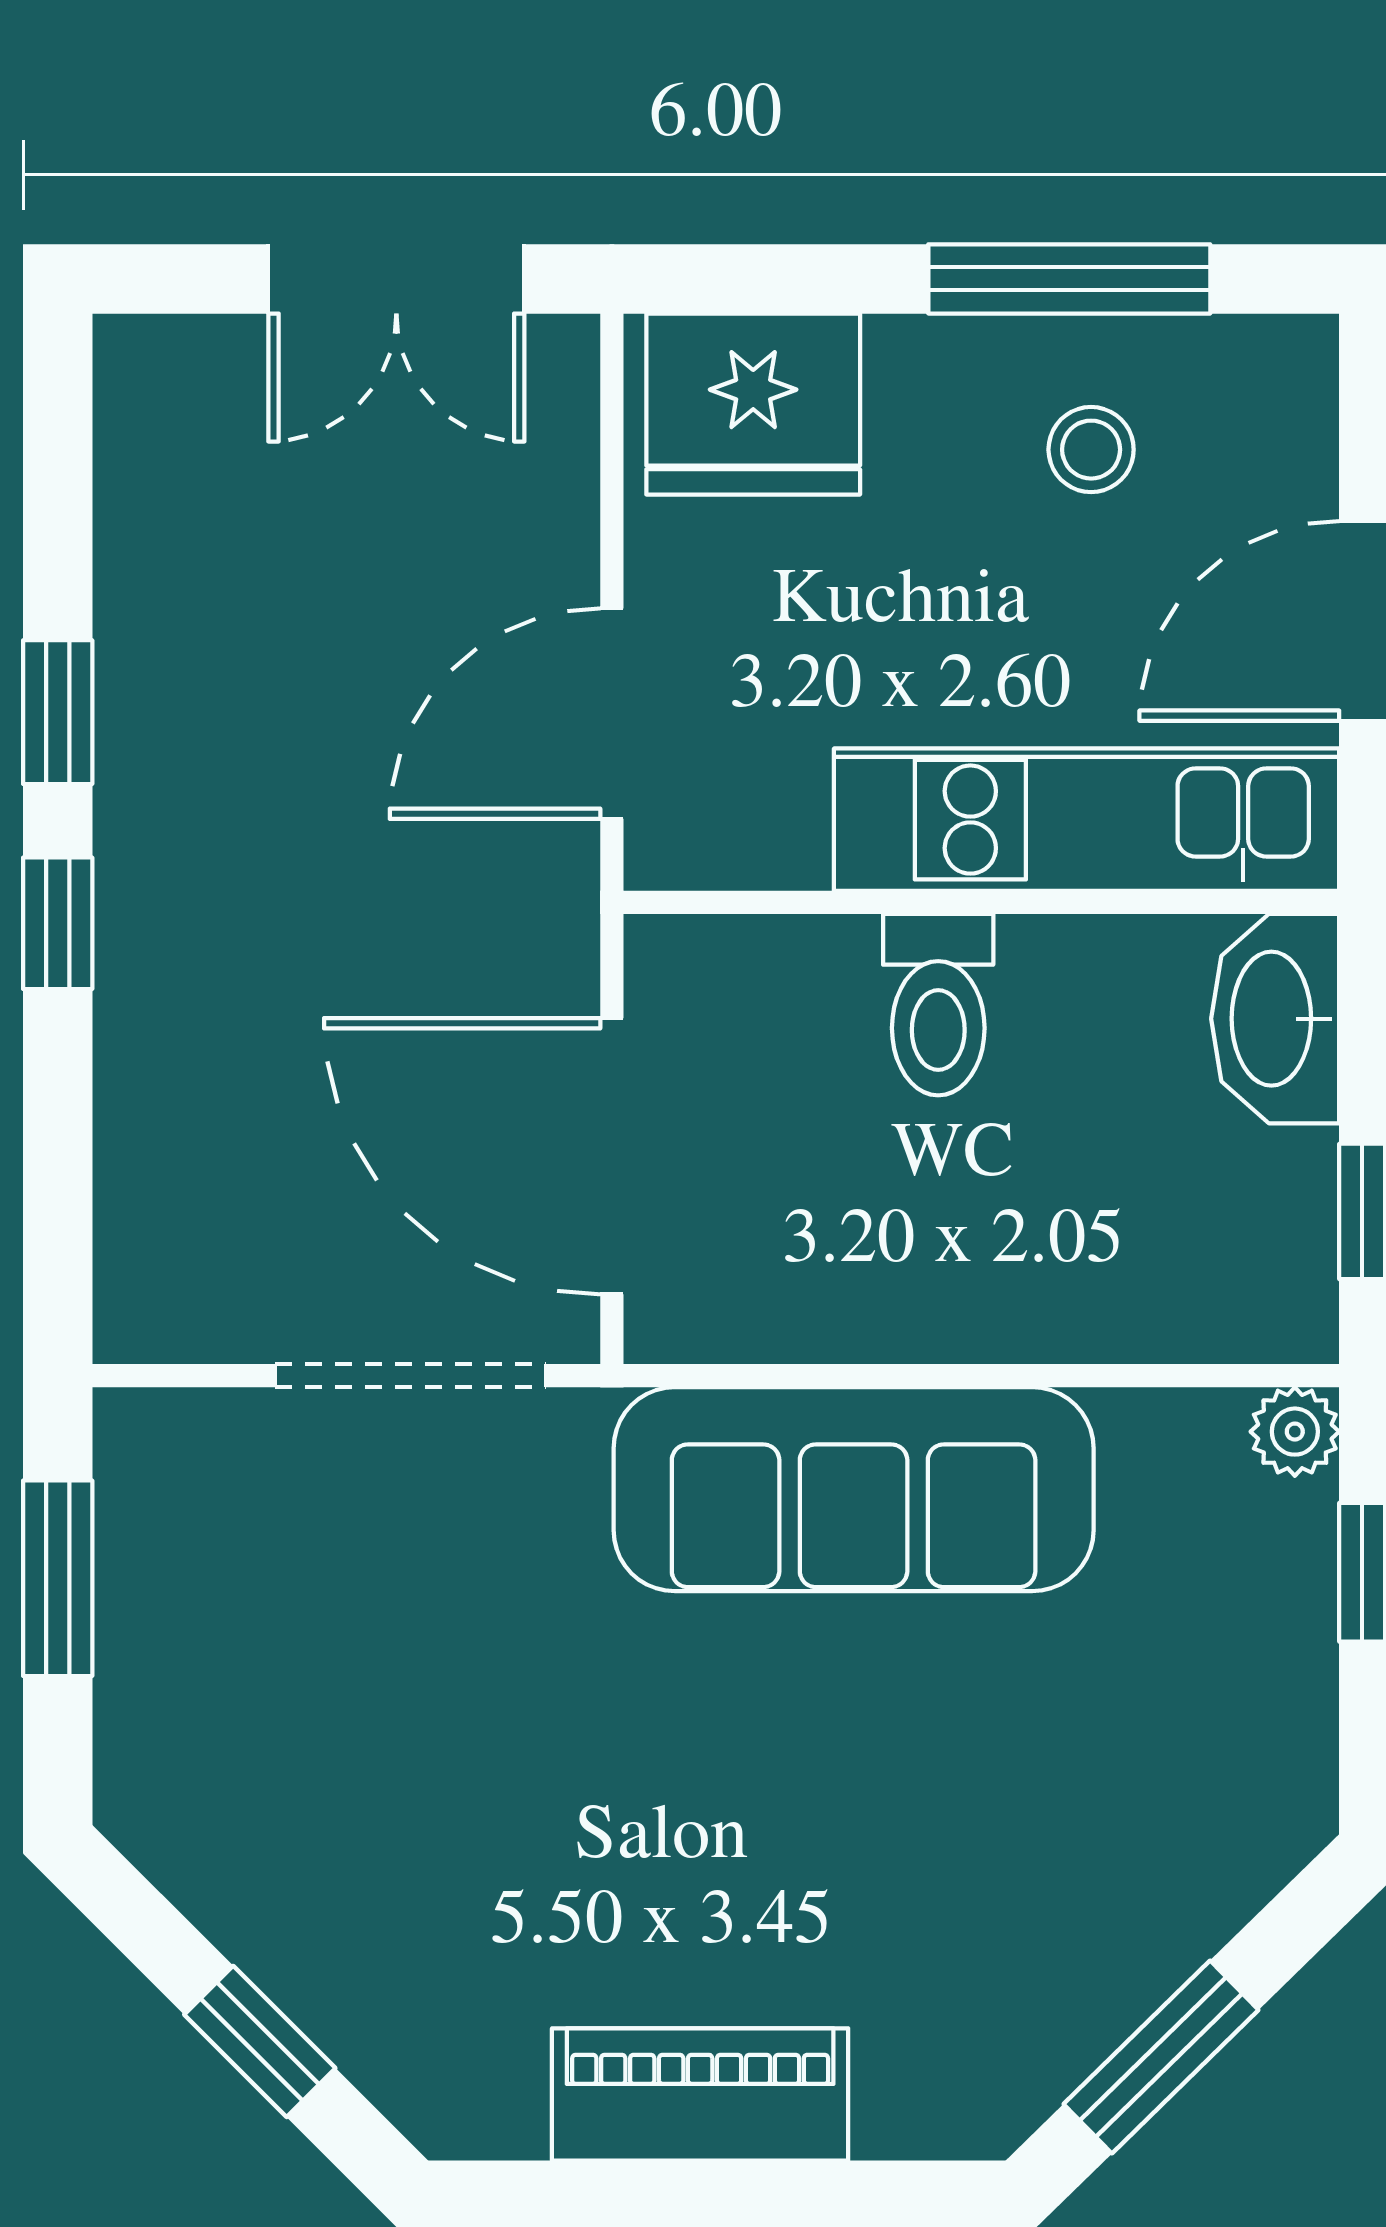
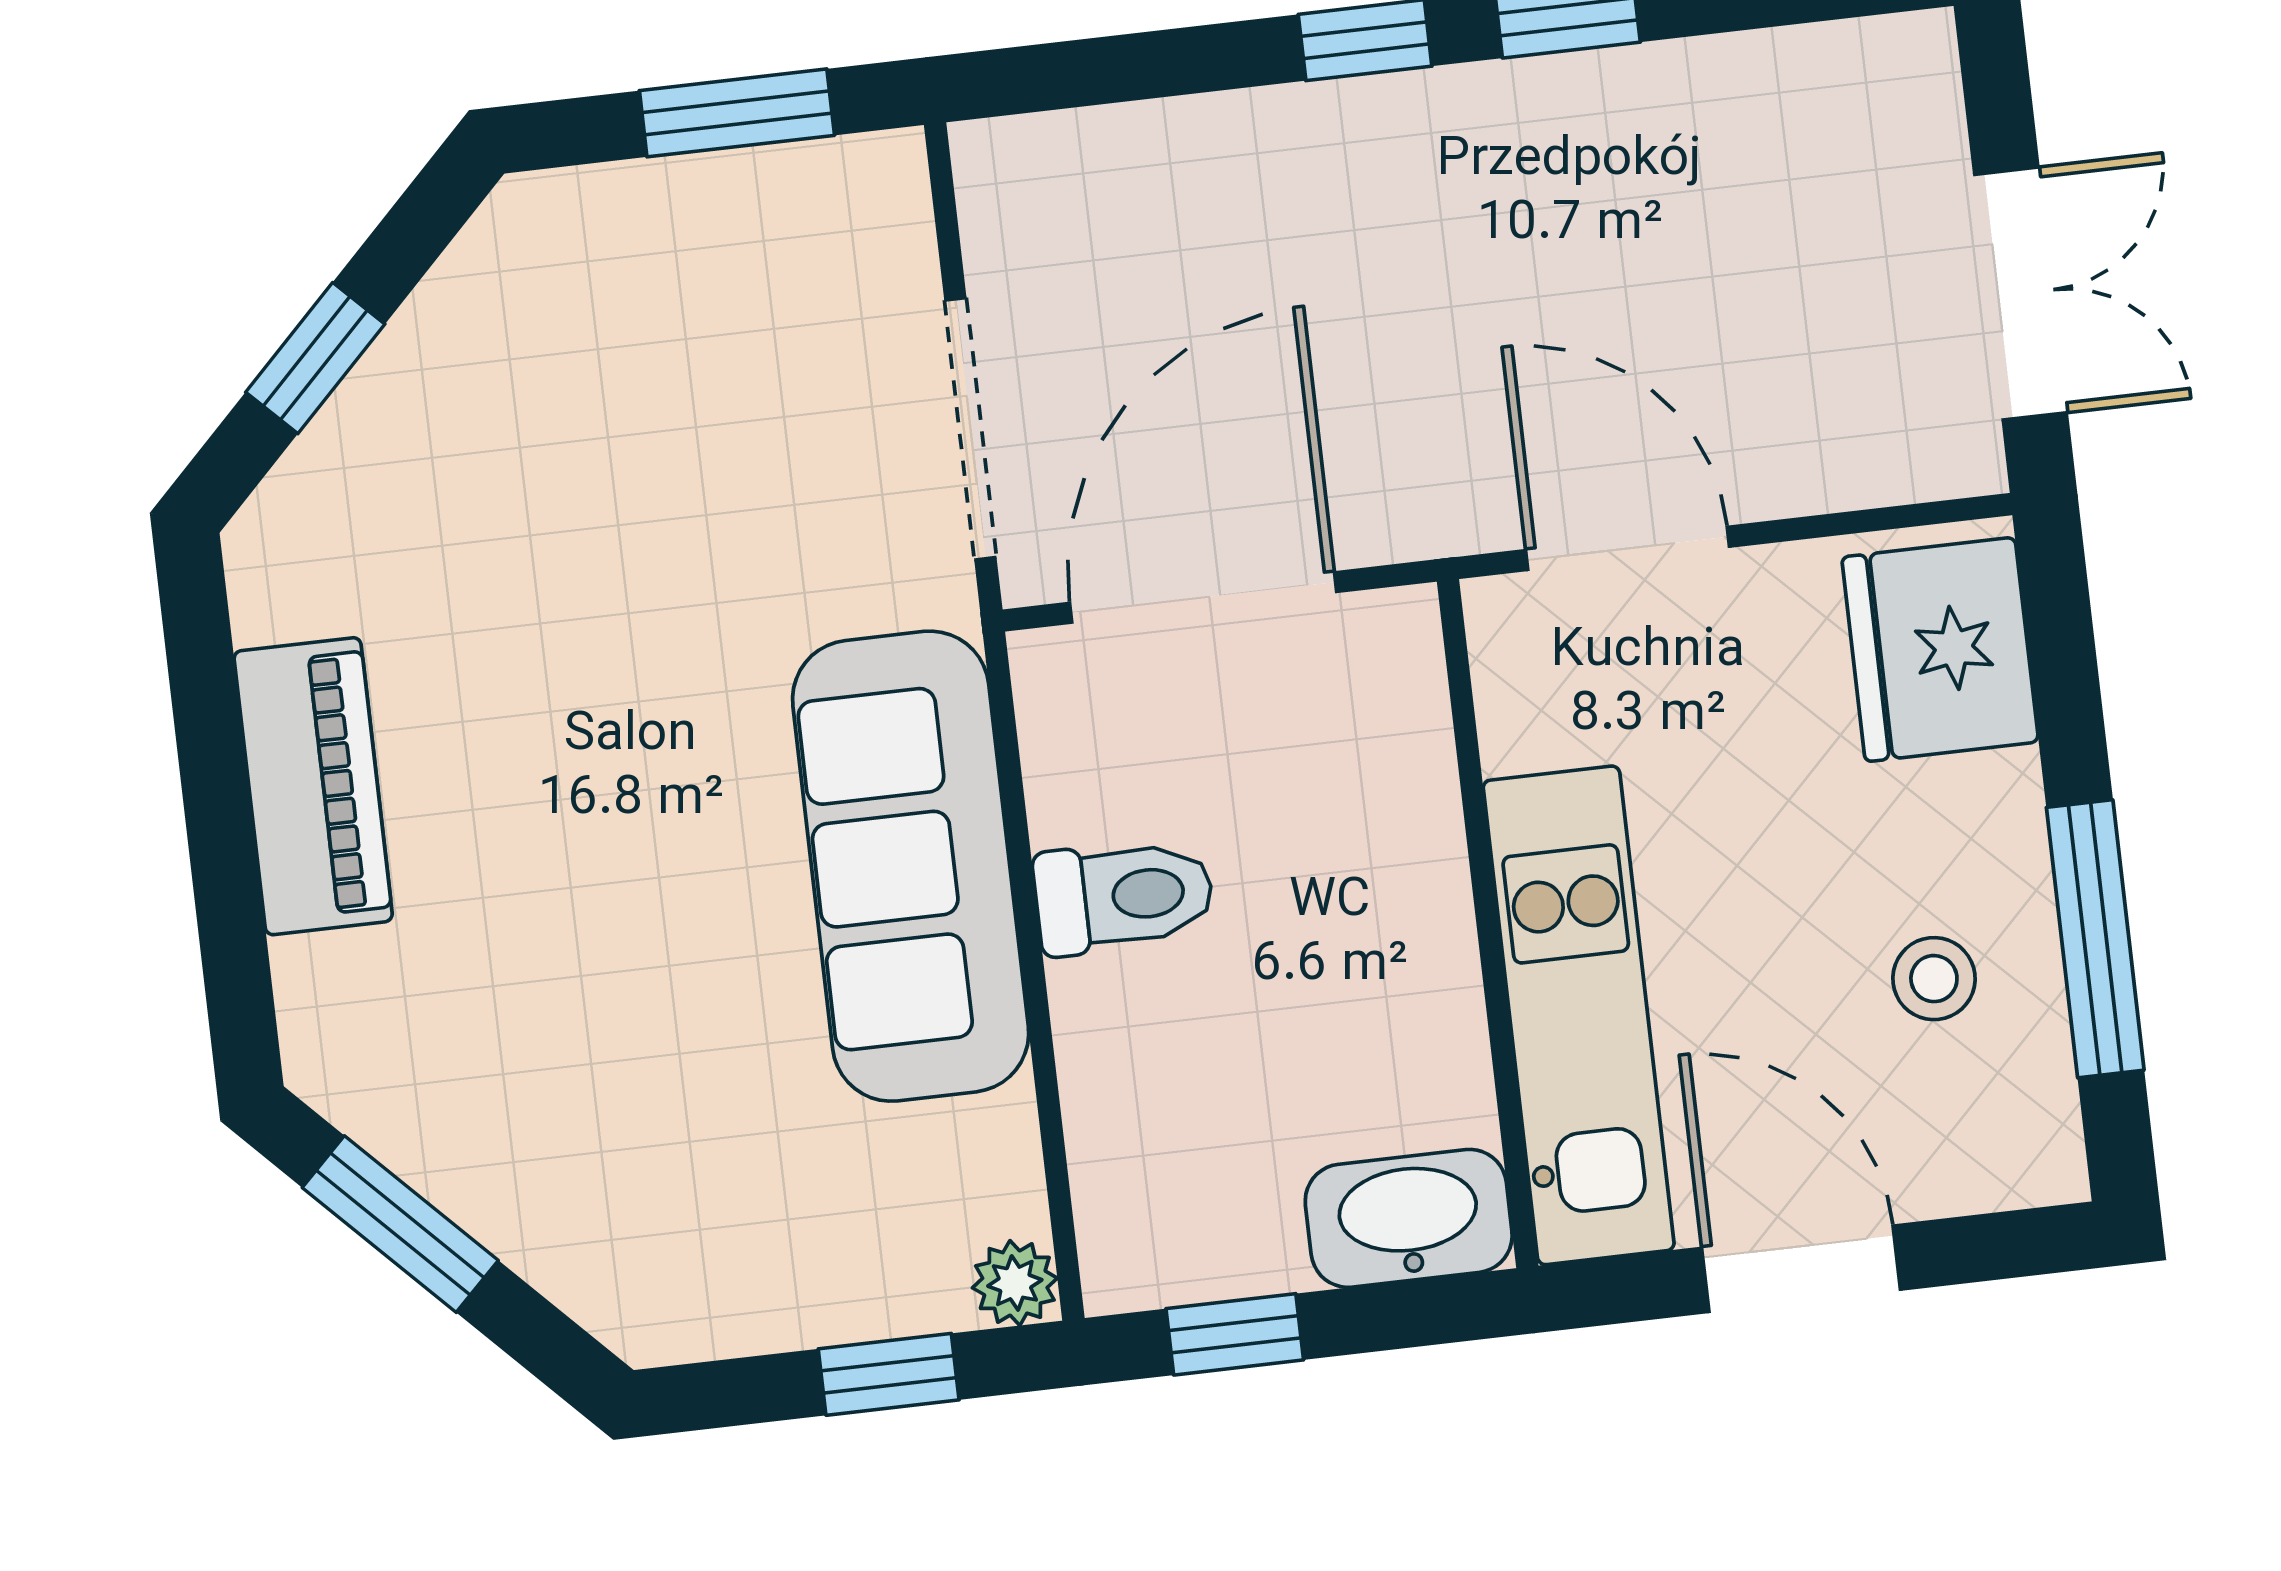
double door: (396, 279) -> (2021, 294), swing flipped
toilet: (938, 1005) -> (1124, 896), moved, turned 180

